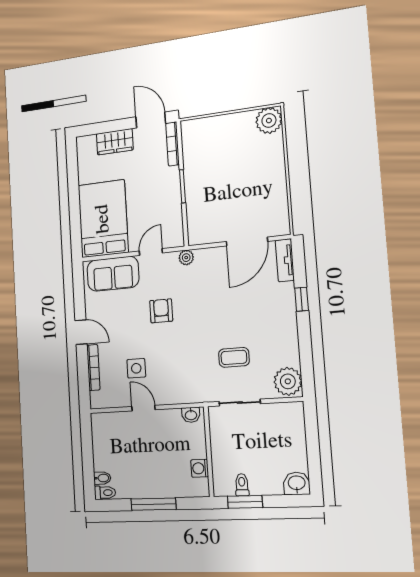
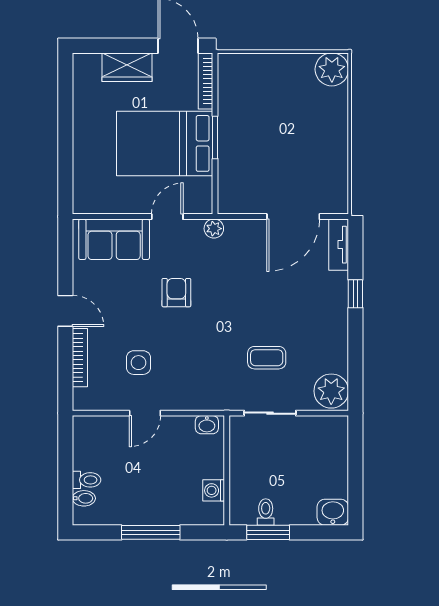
bed: (103, 219) -> (165, 143), moved, turned -90
door: (143, 408) -> (145, 413), swing flipped
toilet: (105, 493) -> (87, 480), moved

